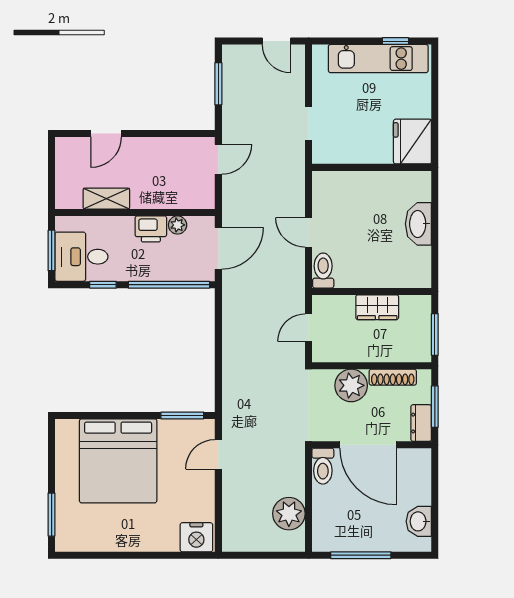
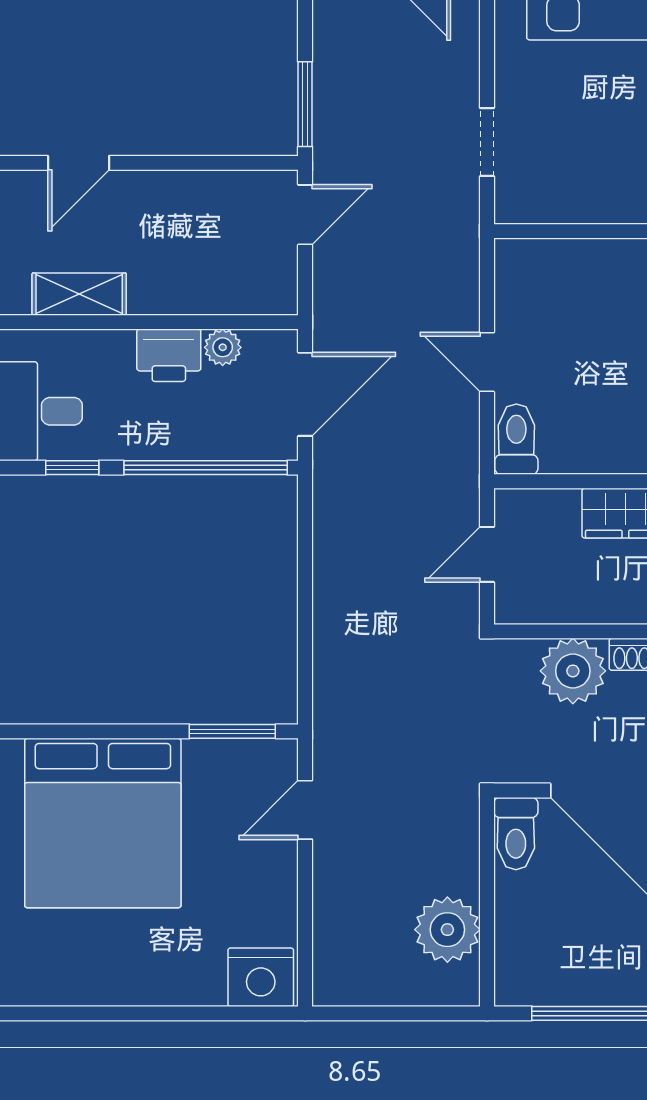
window: (218, 84) -> (305, 104), moved

